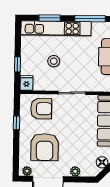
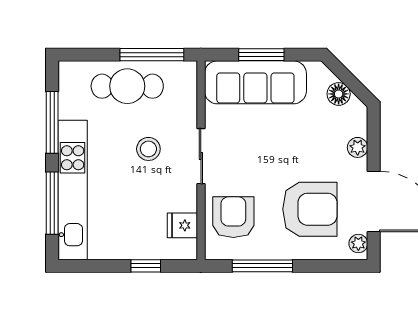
window: (50, 18) -> (52, 203), width x1.44
stool: (54, 61) -> (148, 149), moved
fridge: (26, 83) -> (182, 225), moved
window: (17, 123) -> (262, 266), width x2.17

